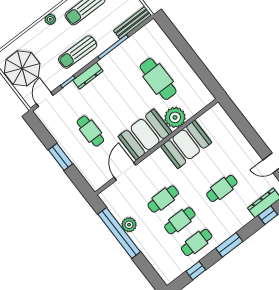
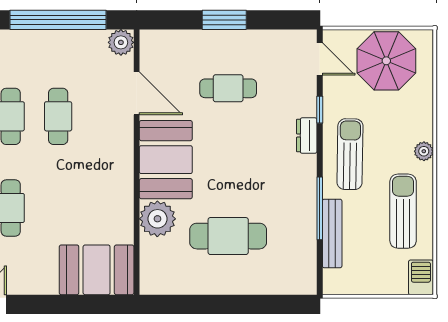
bench: (132, 23) -> (332, 233), moved
dresser: (88, 76) -> (307, 136), width x0.70
booth: (186, 144) -> (97, 270), moved, turned 90
plant: (129, 225) -> (121, 42), moved

